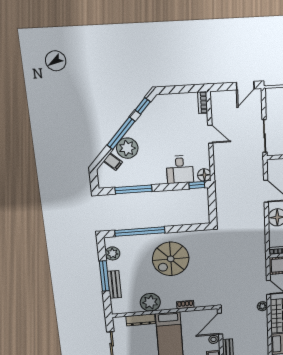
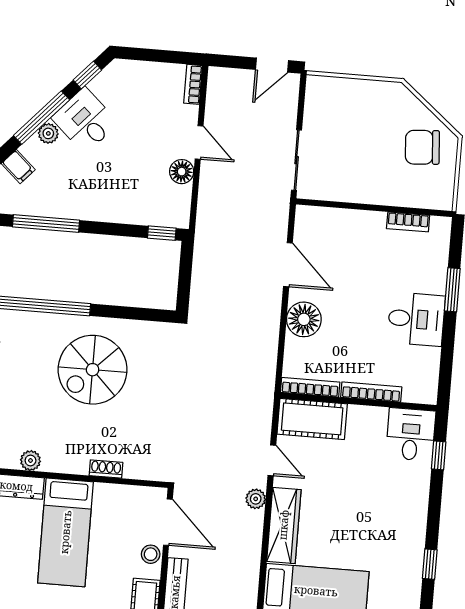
plant: (127, 148) -> (48, 133), width x0.53, depth x0.53
desk: (180, 169) -> (85, 120), moved, turned 132
floor lamp: (204, 175) -> (182, 172), moved
plant: (150, 302) -> (30, 461), width x0.53, depth x0.53
door: (220, 324) -> (168, 522), swing flipped

